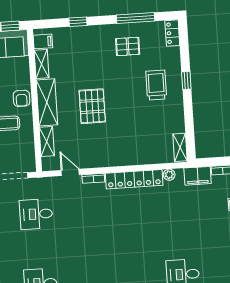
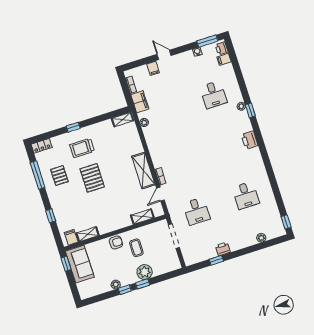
shelving: (47, 102) -> (143, 171), moved, turned 90
pallet: (92, 106) -> (92, 178), moved, turned 90
locker: (134, 179) -> (154, 147), removed

